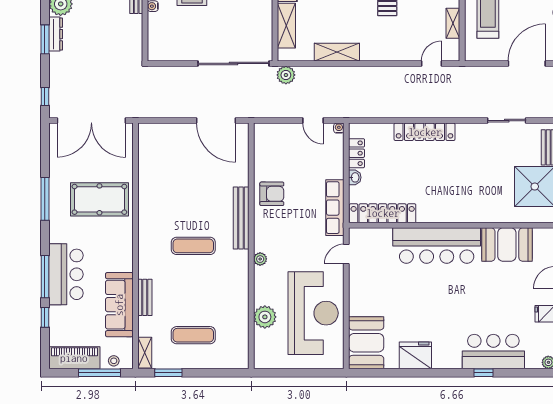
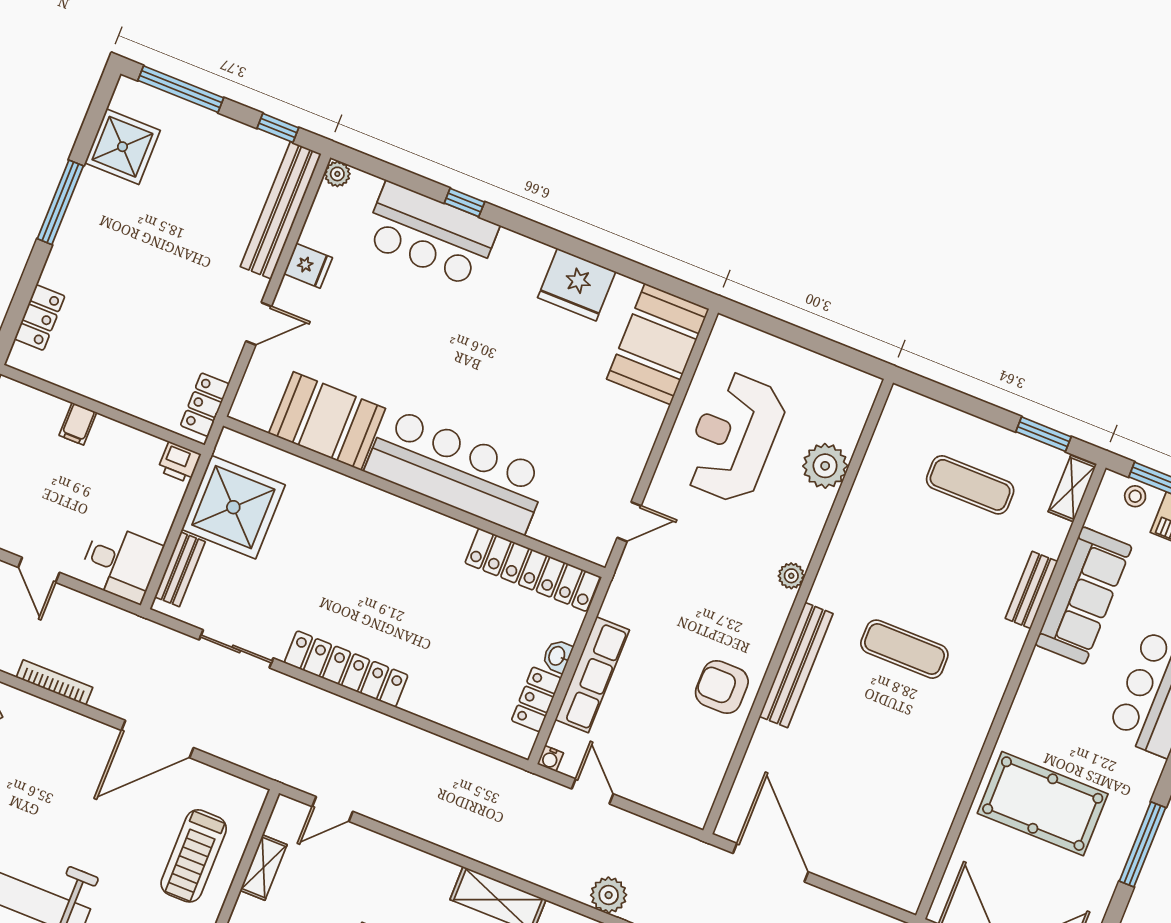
locker: (425, 132) -> (346, 669), moved
row of seats: (335, 208) -> (592, 675), moved
reception desk: (313, 313) -> (734, 437), width x0.74, depth x0.77

